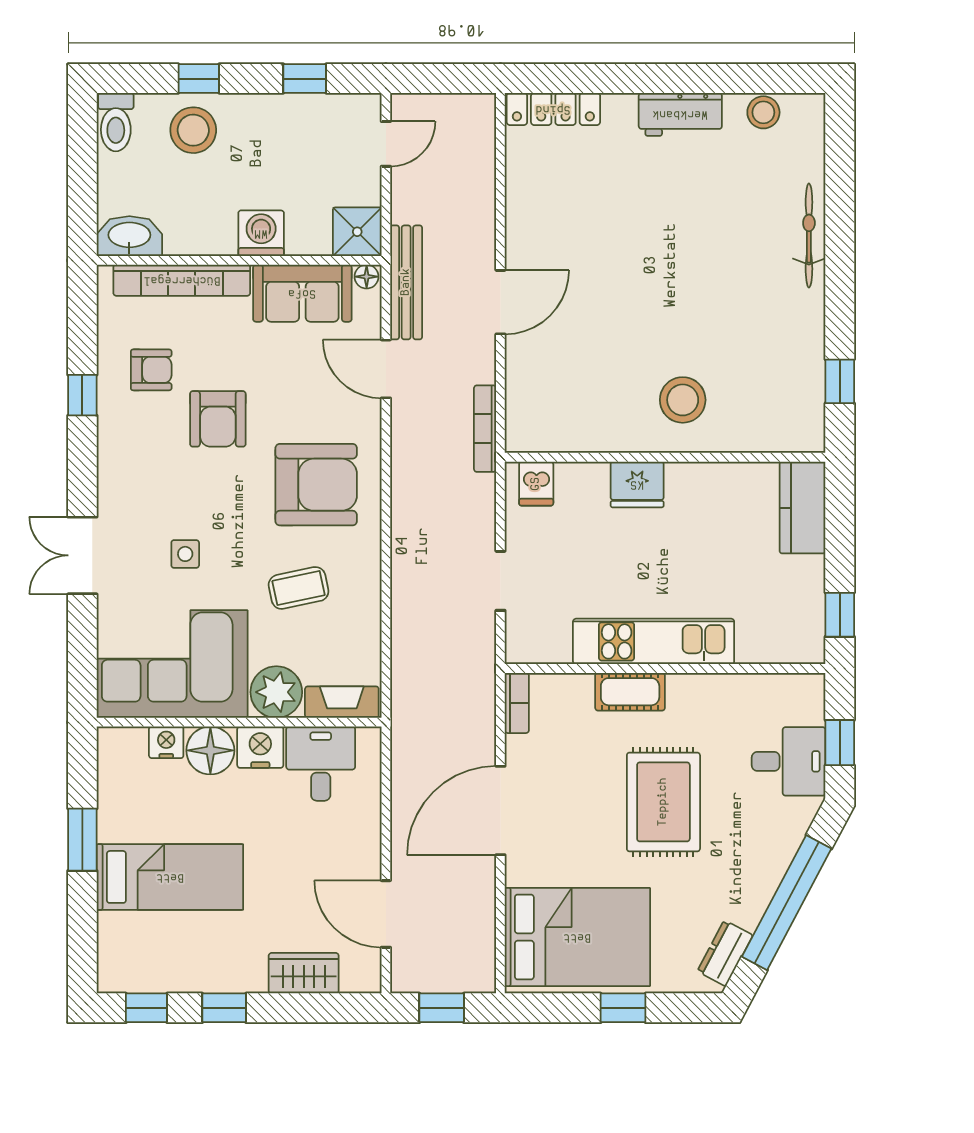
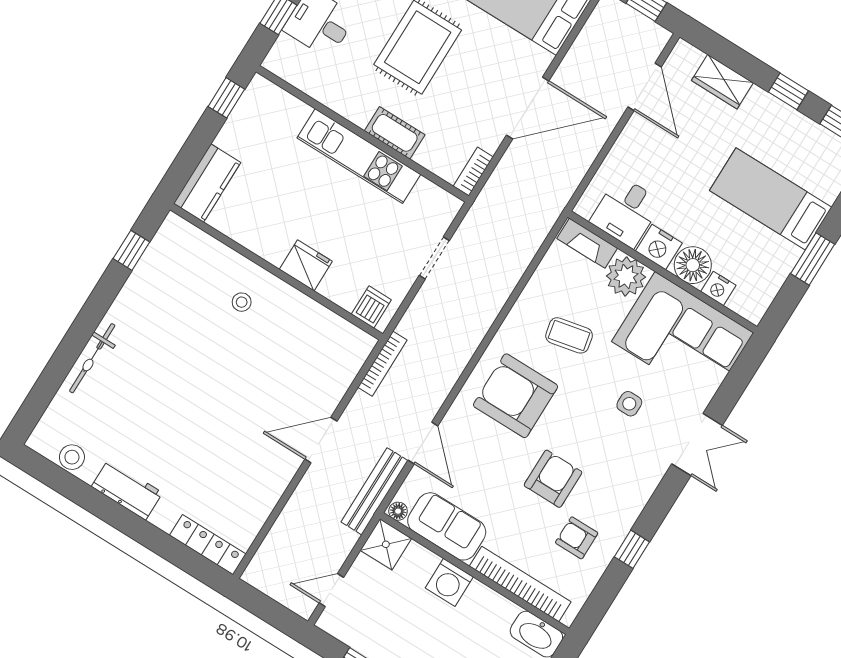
stool: (683, 400) -> (242, 302), width x0.53, depth x0.53

